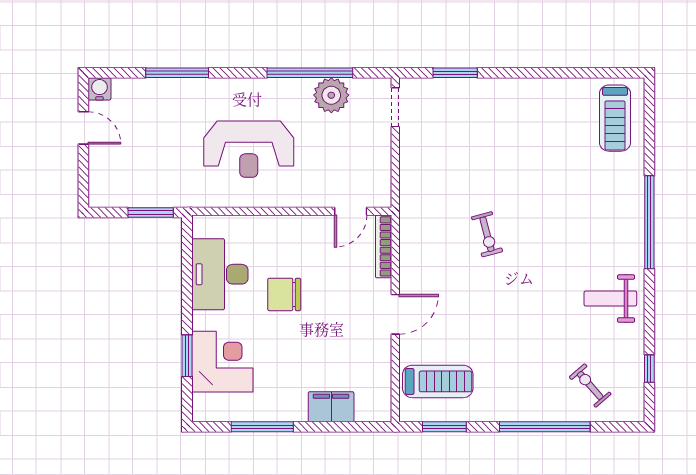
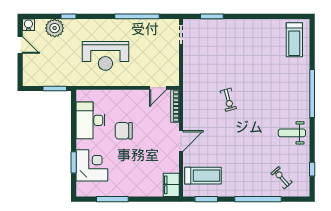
window: (177, 73) -> (68, 16), width x0.46
plant: (331, 95) -> (55, 28), moved
filing cabinet: (331, 407) -> (171, 185), moved, turned -90

